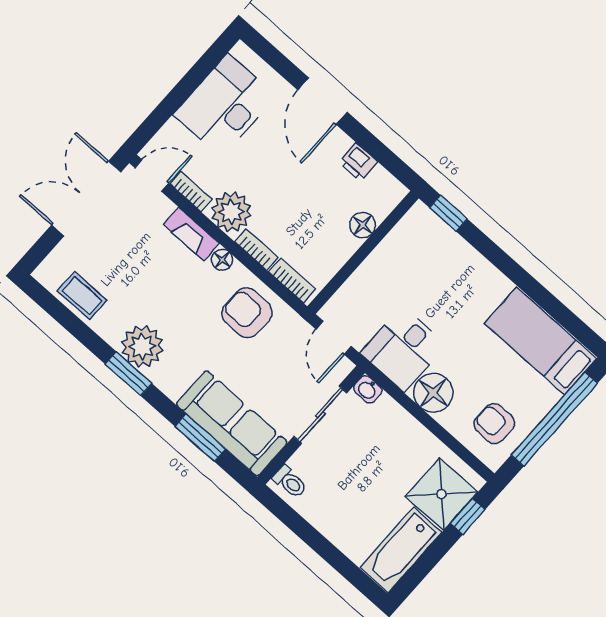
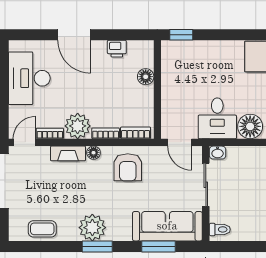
armchair: (247, 313) -> (128, 167), turned -90

